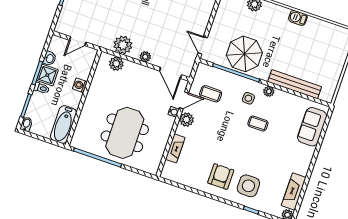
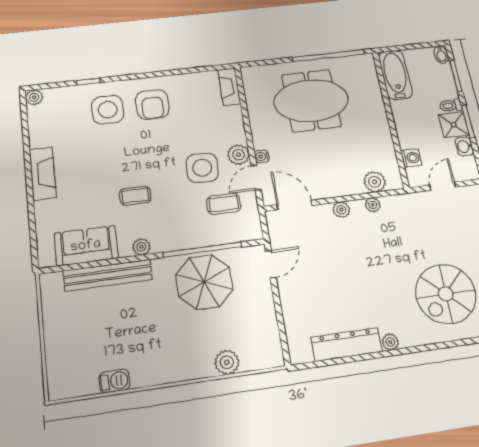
barbecue: (298, 18) -> (114, 381), moved
plant: (123, 45) -> (373, 205), width x0.53, depth x0.53
door: (203, 45) -> (271, 264), hinge flipped
washing machine: (80, 85) -> (411, 158), moved
side table: (248, 98) -> (202, 168), moved, width x1.87, depth x1.87
sofa: (312, 127) -> (86, 246), moved, turned -90
meeting table: (125, 133) -> (311, 101), turned 90
fireplace: (175, 148) -> (229, 87), moved
fireplace: (294, 191) -> (43, 173), moved

